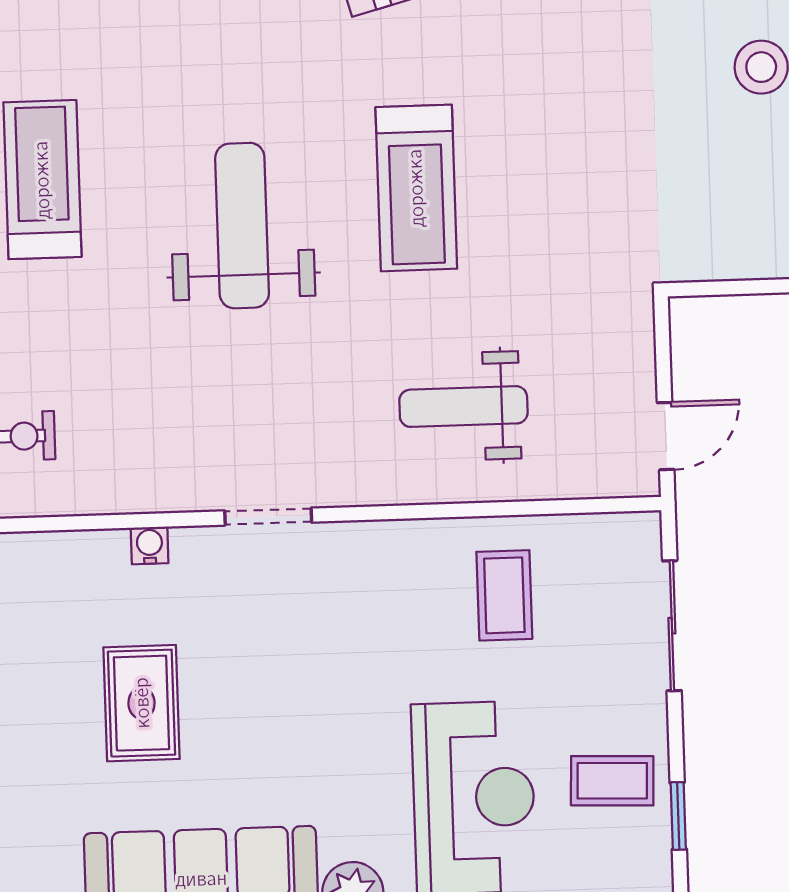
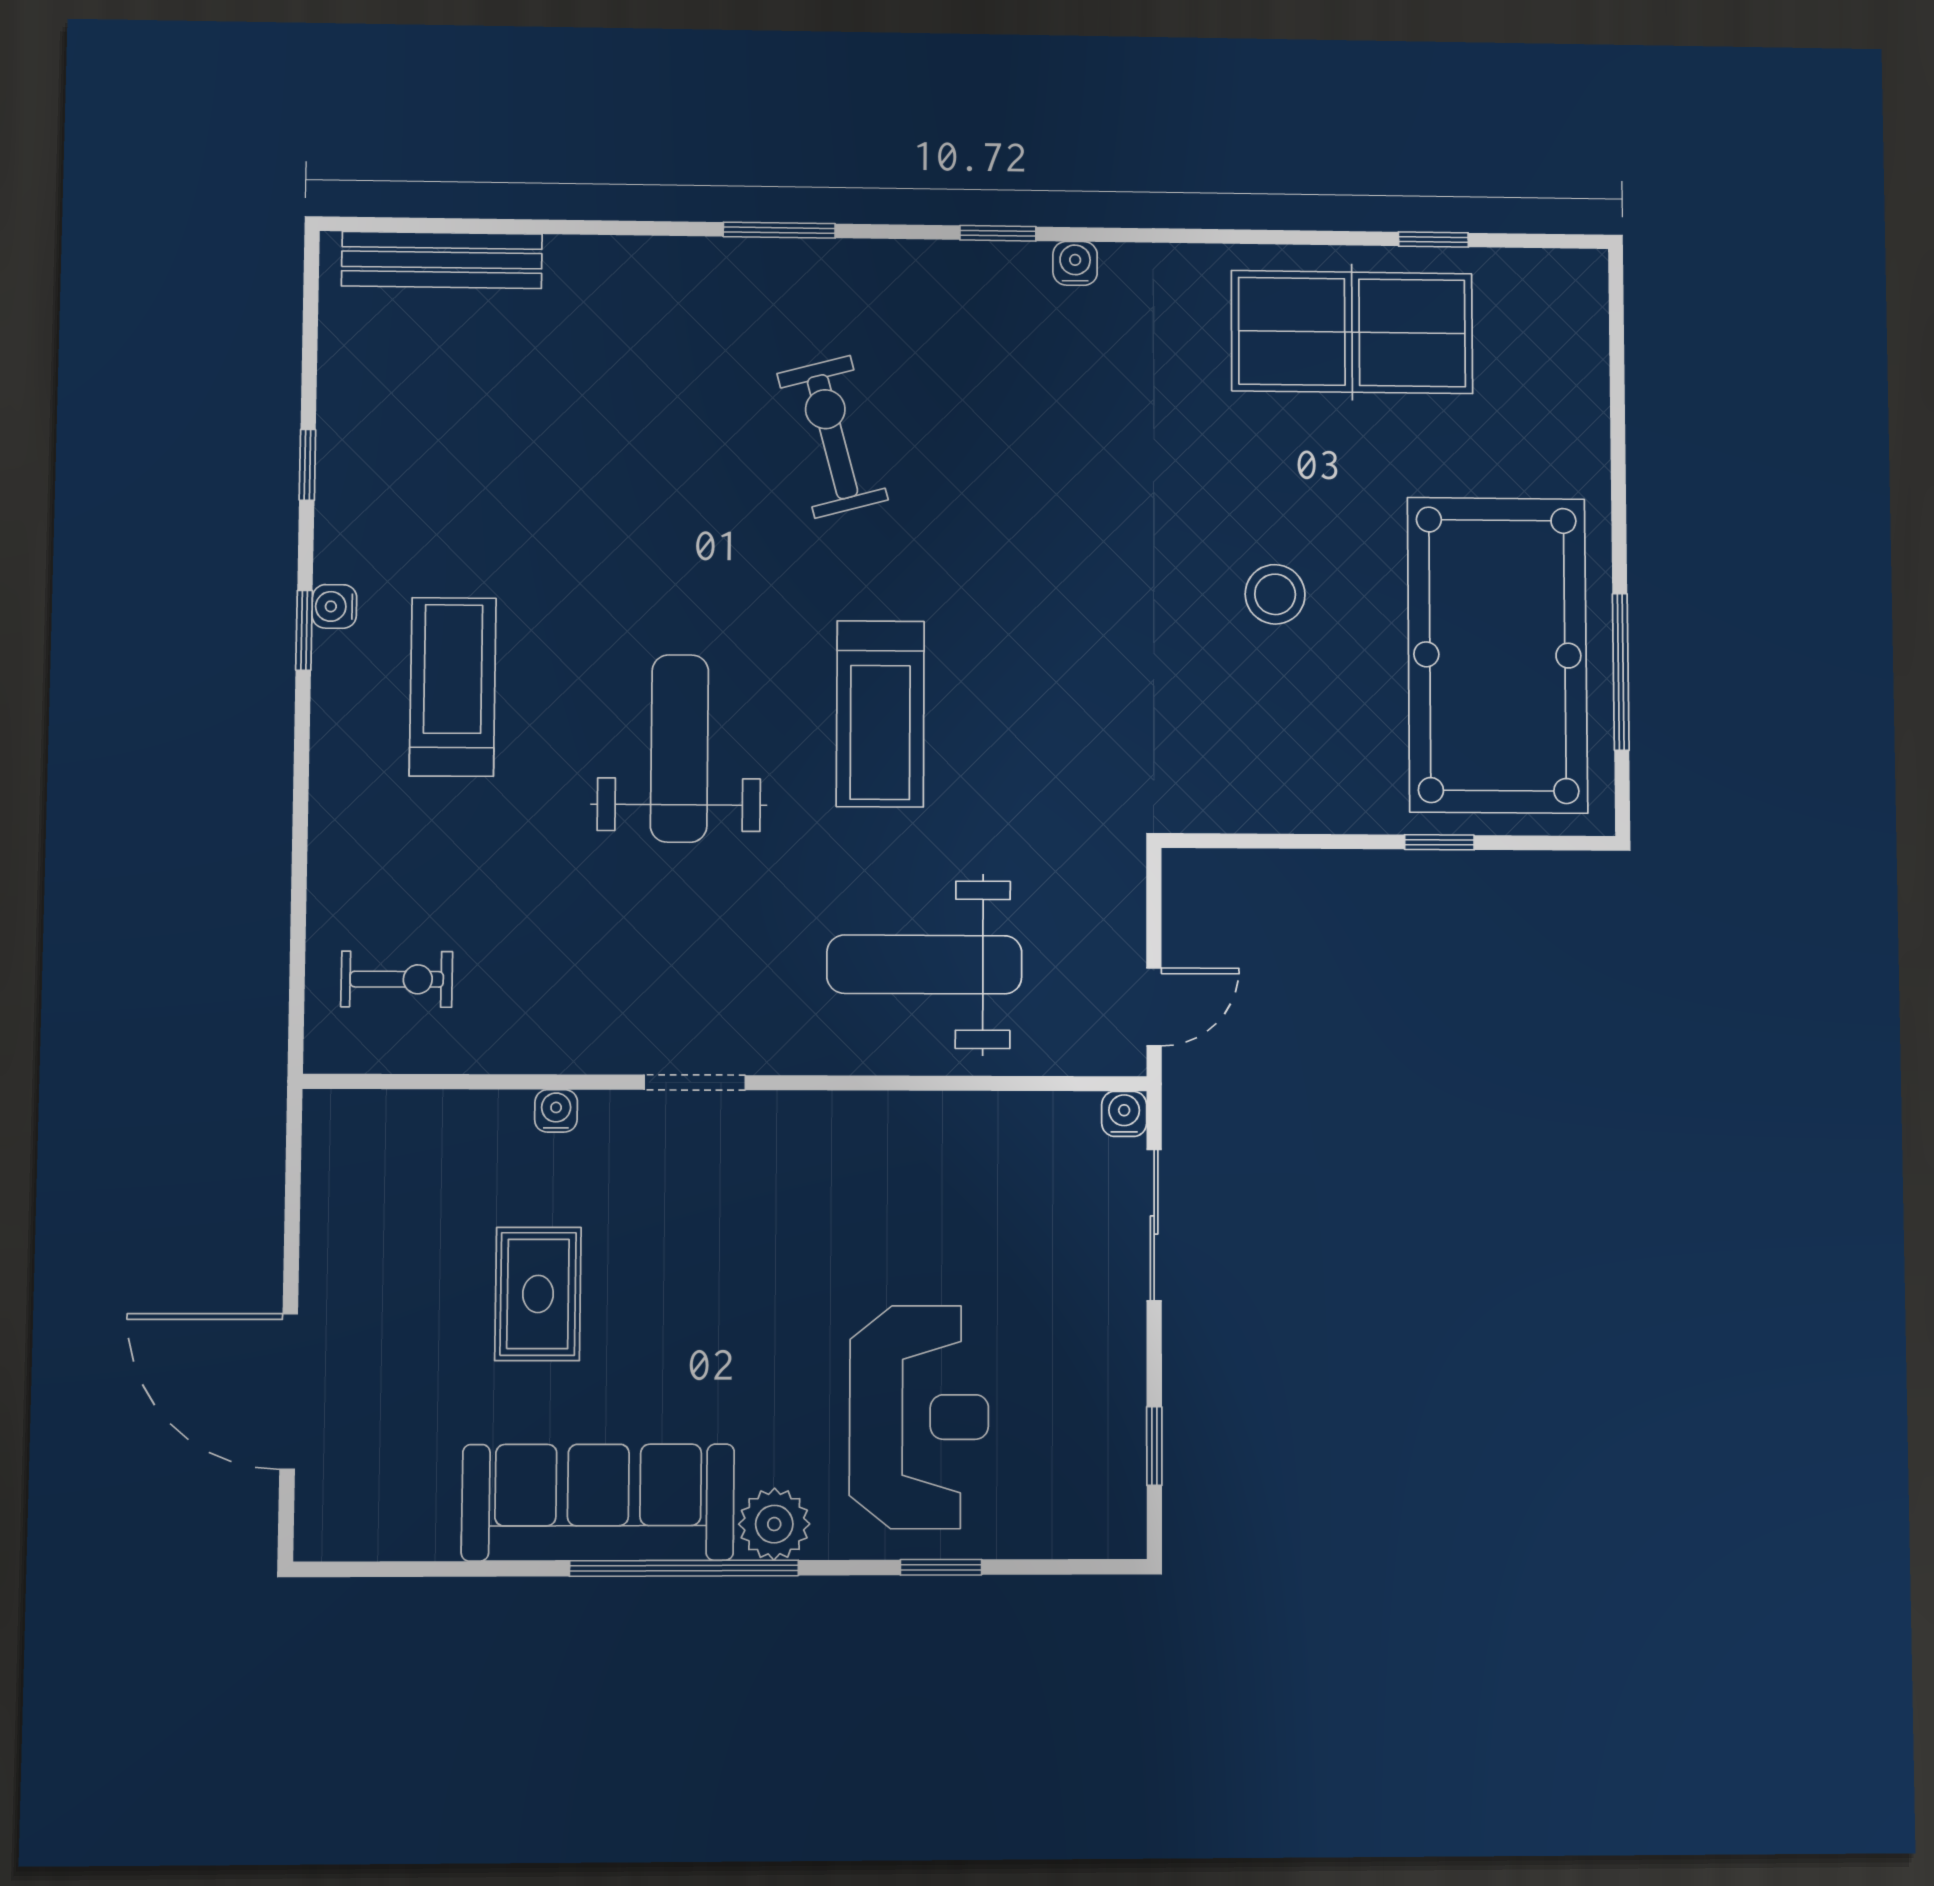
weight bench: (463, 407) -> (924, 964), width x1.36, depth x1.33
water cooler: (643, 530) -> (1124, 1114), added
coffee table: (504, 595) -> (963, 1183), removed
coffee table: (612, 781) -> (1080, 1403), removed

